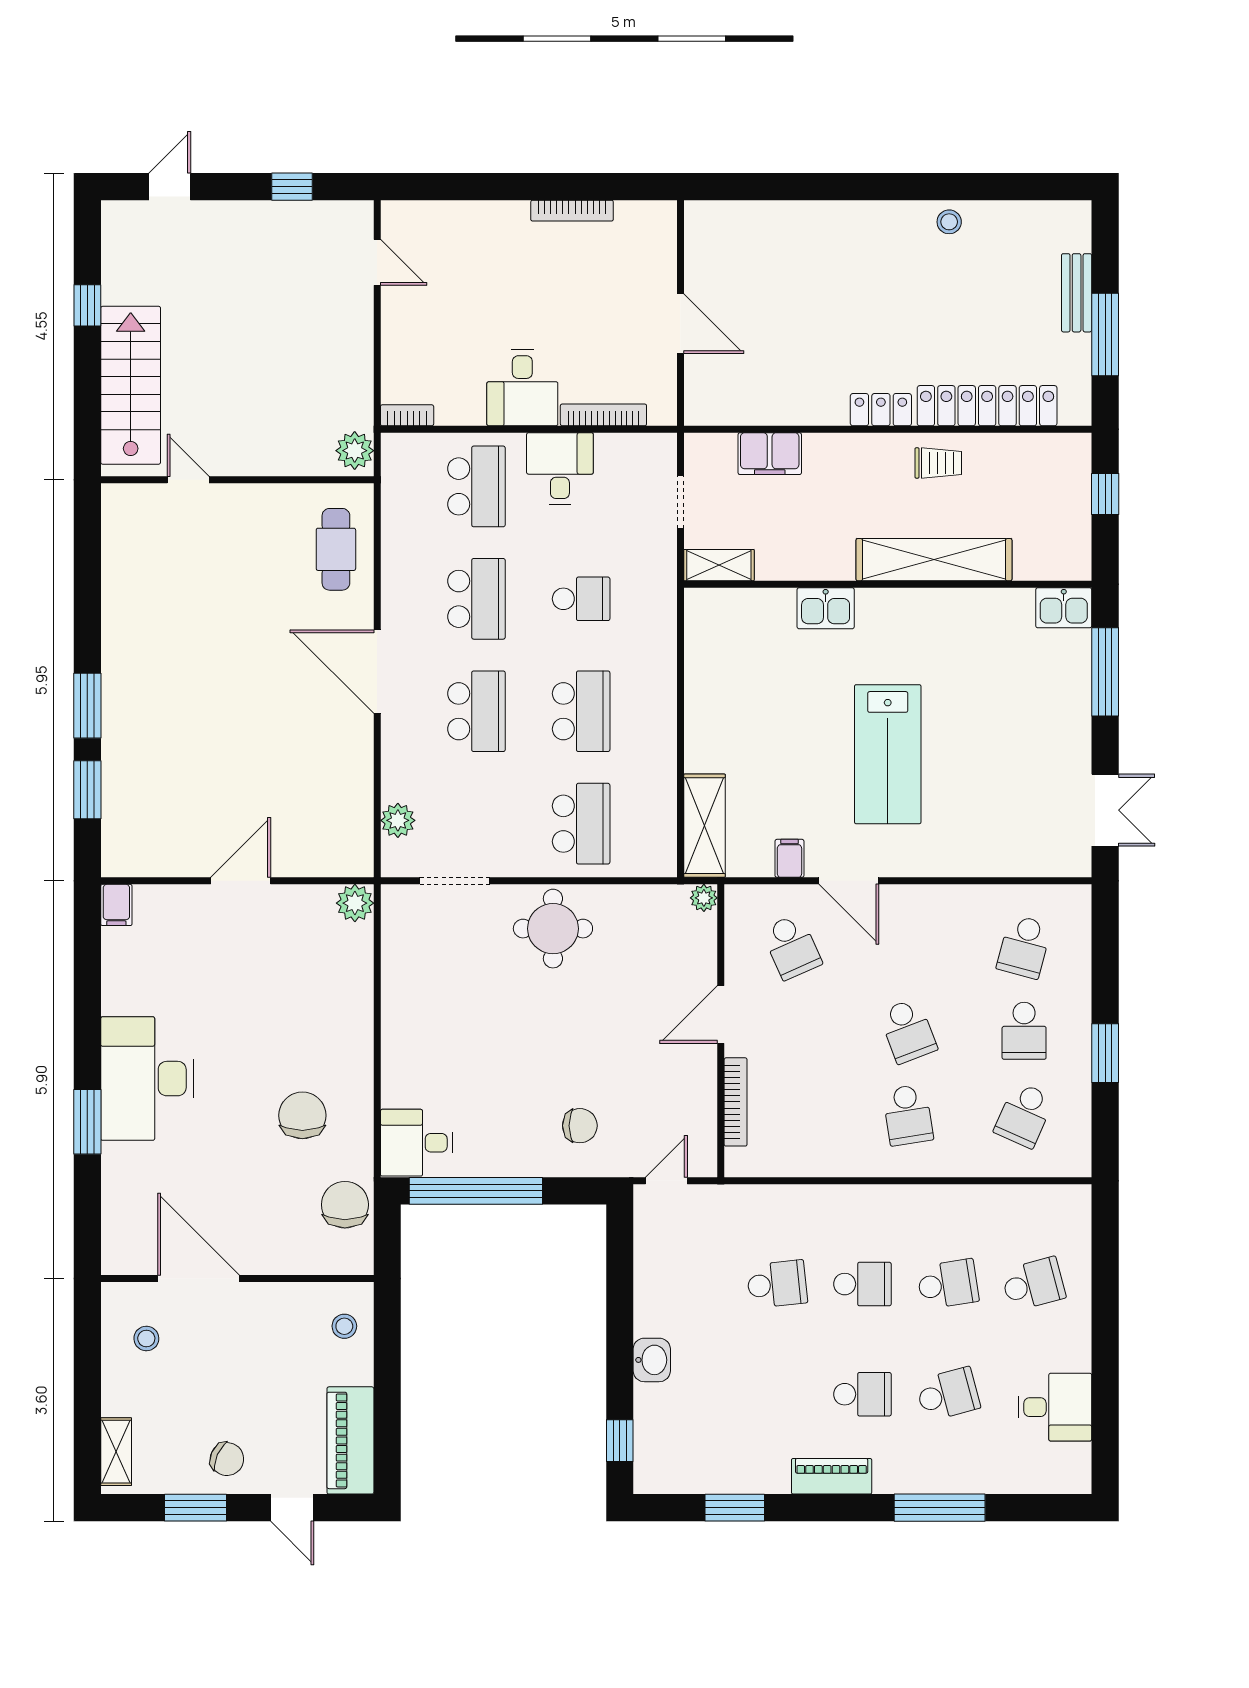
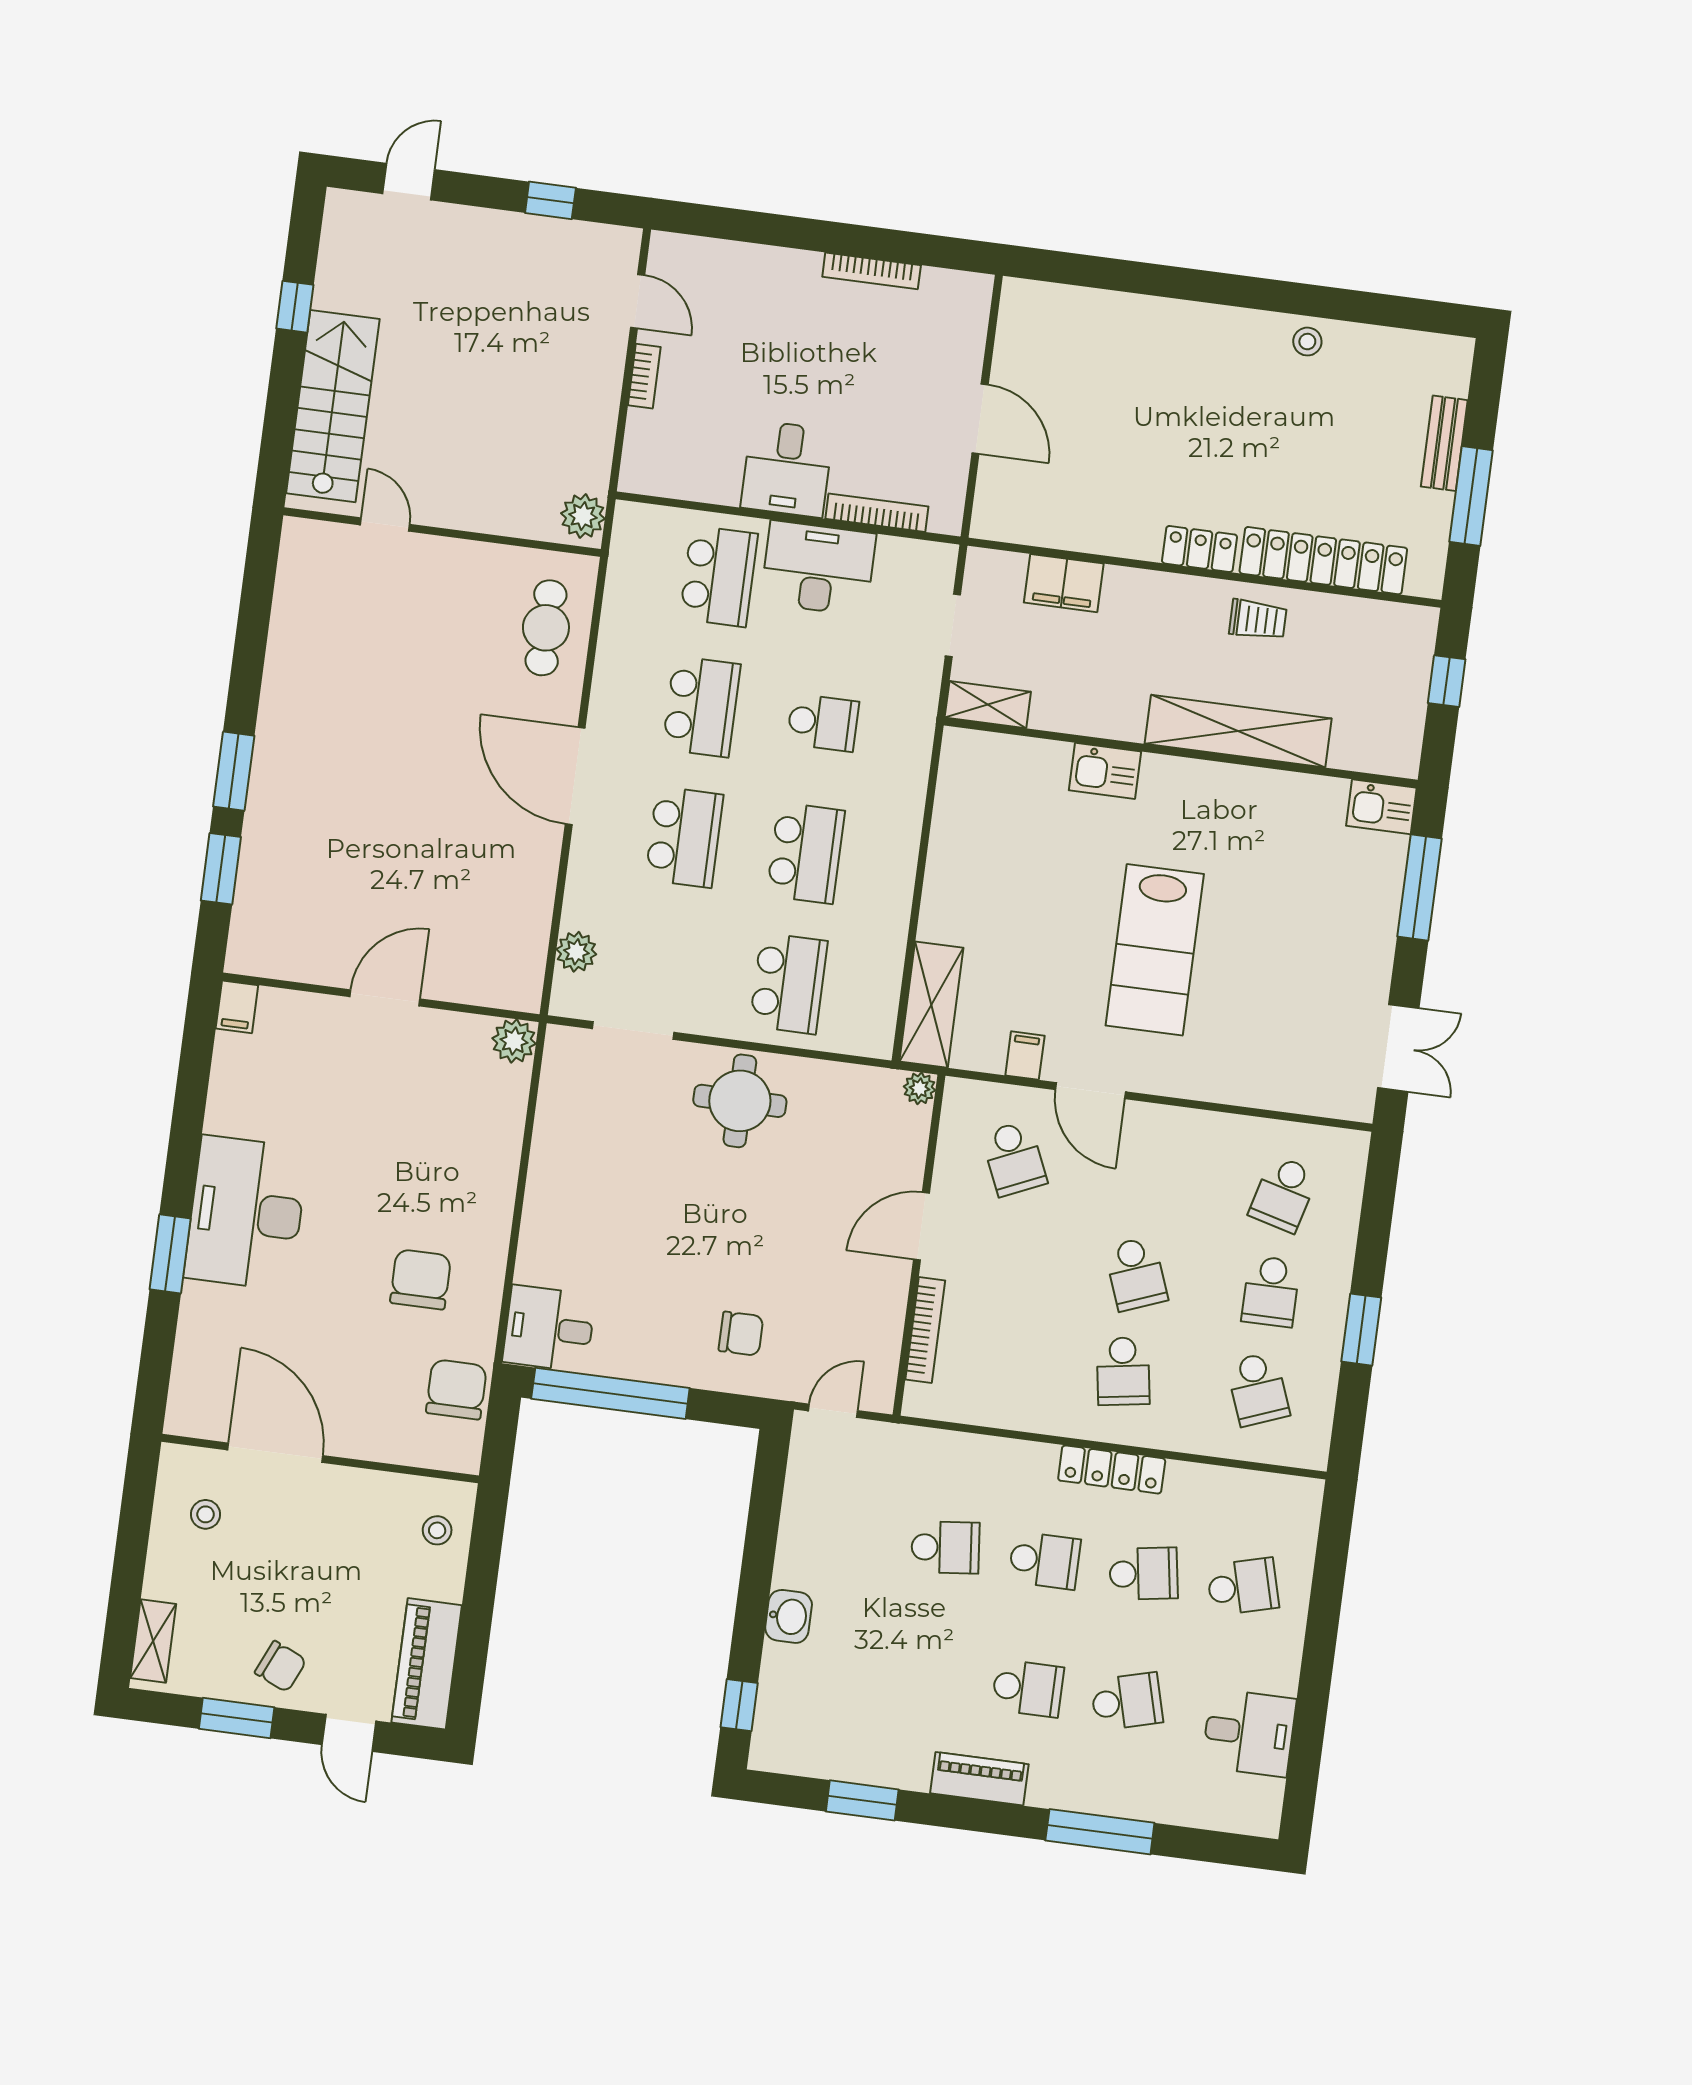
bookcase: (407, 415) -> (644, 376), moved, turned 90
desk: (560, 469) -> (818, 568), width x1.37
school desk: (1024, 1115) -> (1258, 1389), turned -45
locker: (909, 1199) -> (1112, 1469), added

